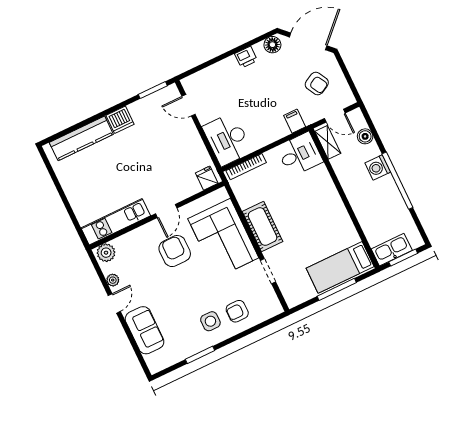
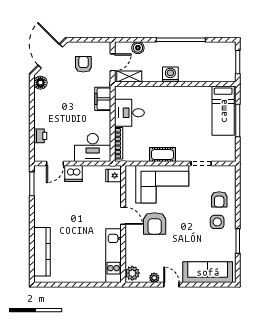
printer: (246, 57) -> (40, 136), moved
armchair: (317, 84) -> (83, 64), turned -61
dishwasher: (120, 120) -> (73, 174), moved, turned 90
filing cabinet: (295, 121) -> (103, 99), width x2.00
desk: (300, 154) -> (129, 113), moved, turned -90
washing machine: (378, 167) -> (170, 74), moved, turned 180
cot: (263, 226) -> (162, 155), width x0.73, depth x0.75
kitchen sink: (392, 250) -> (228, 68), removed
armchair: (175, 251) -> (155, 223), turned -90
sofa: (145, 330) -> (208, 272), width x1.36

